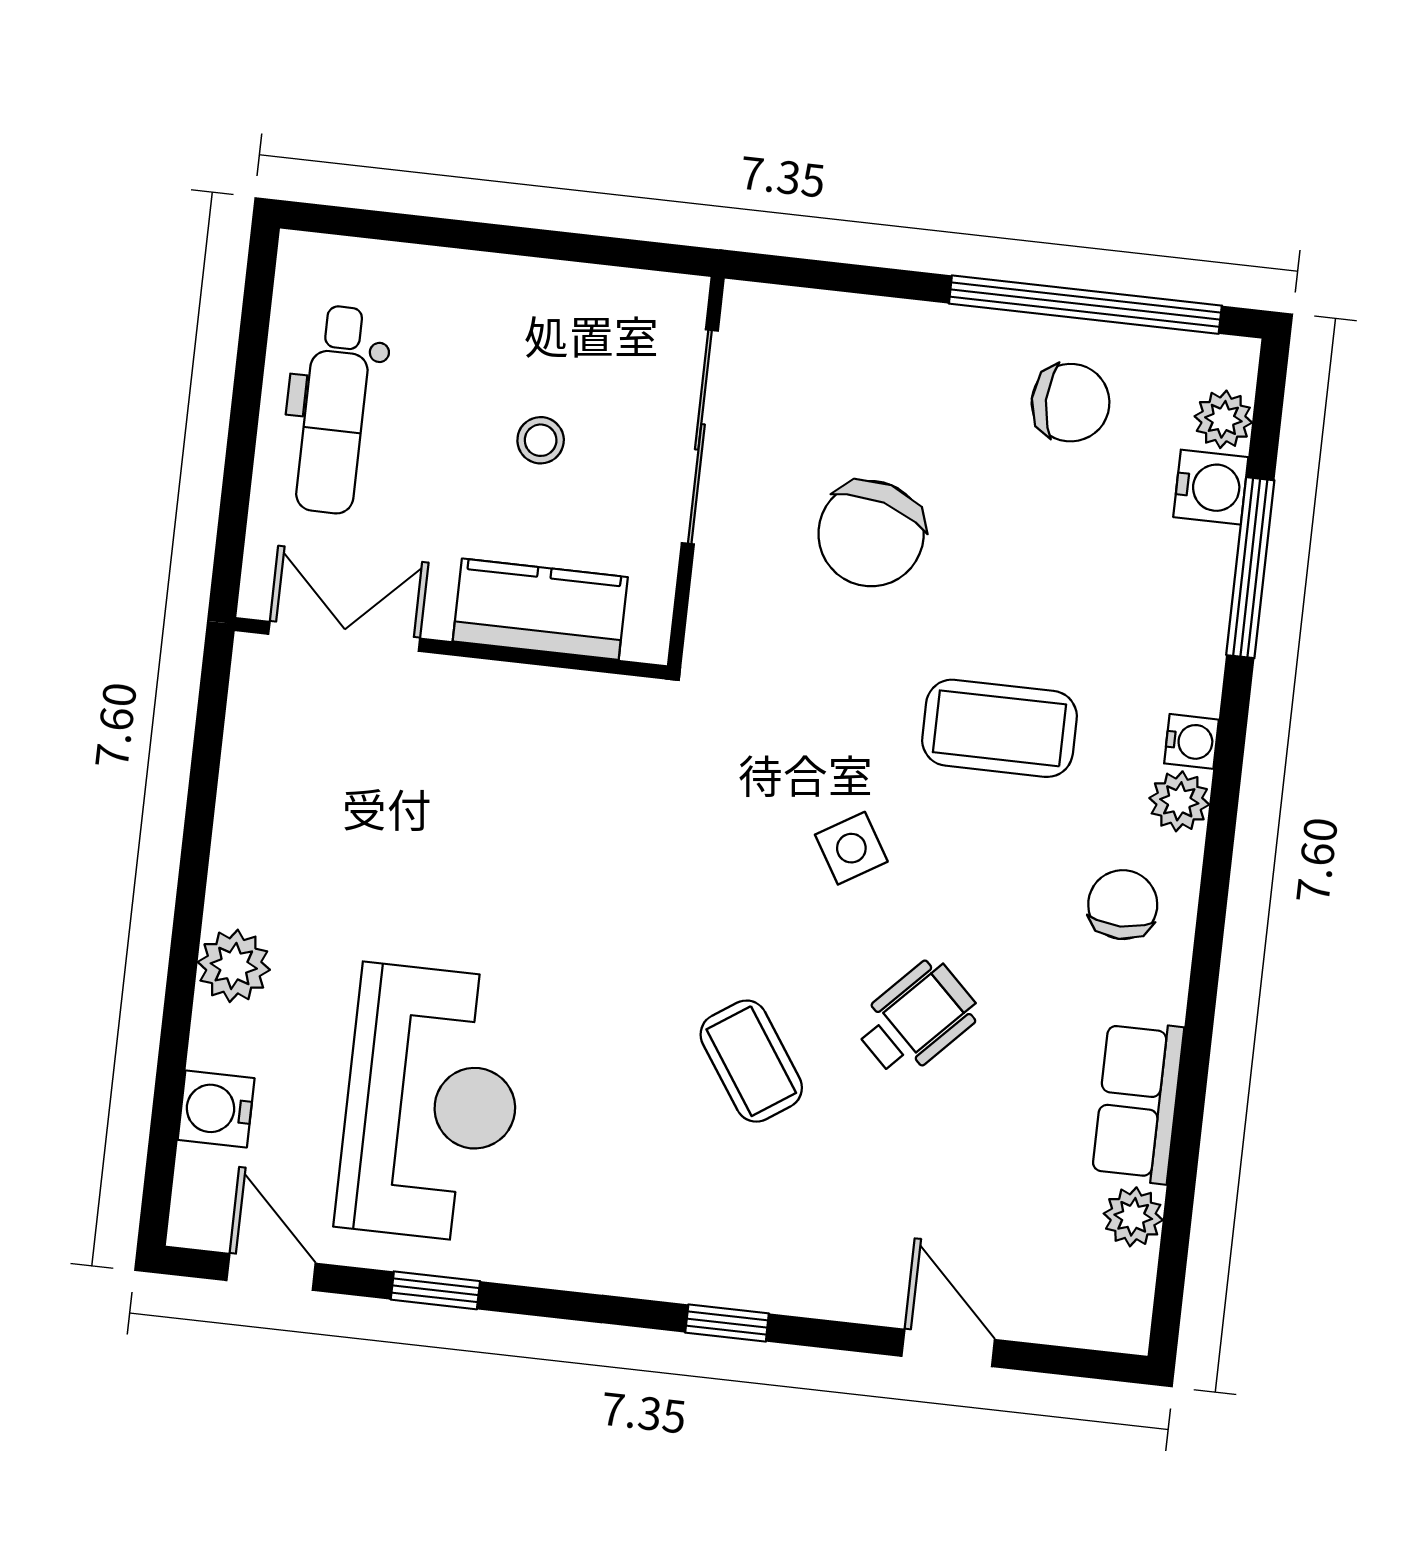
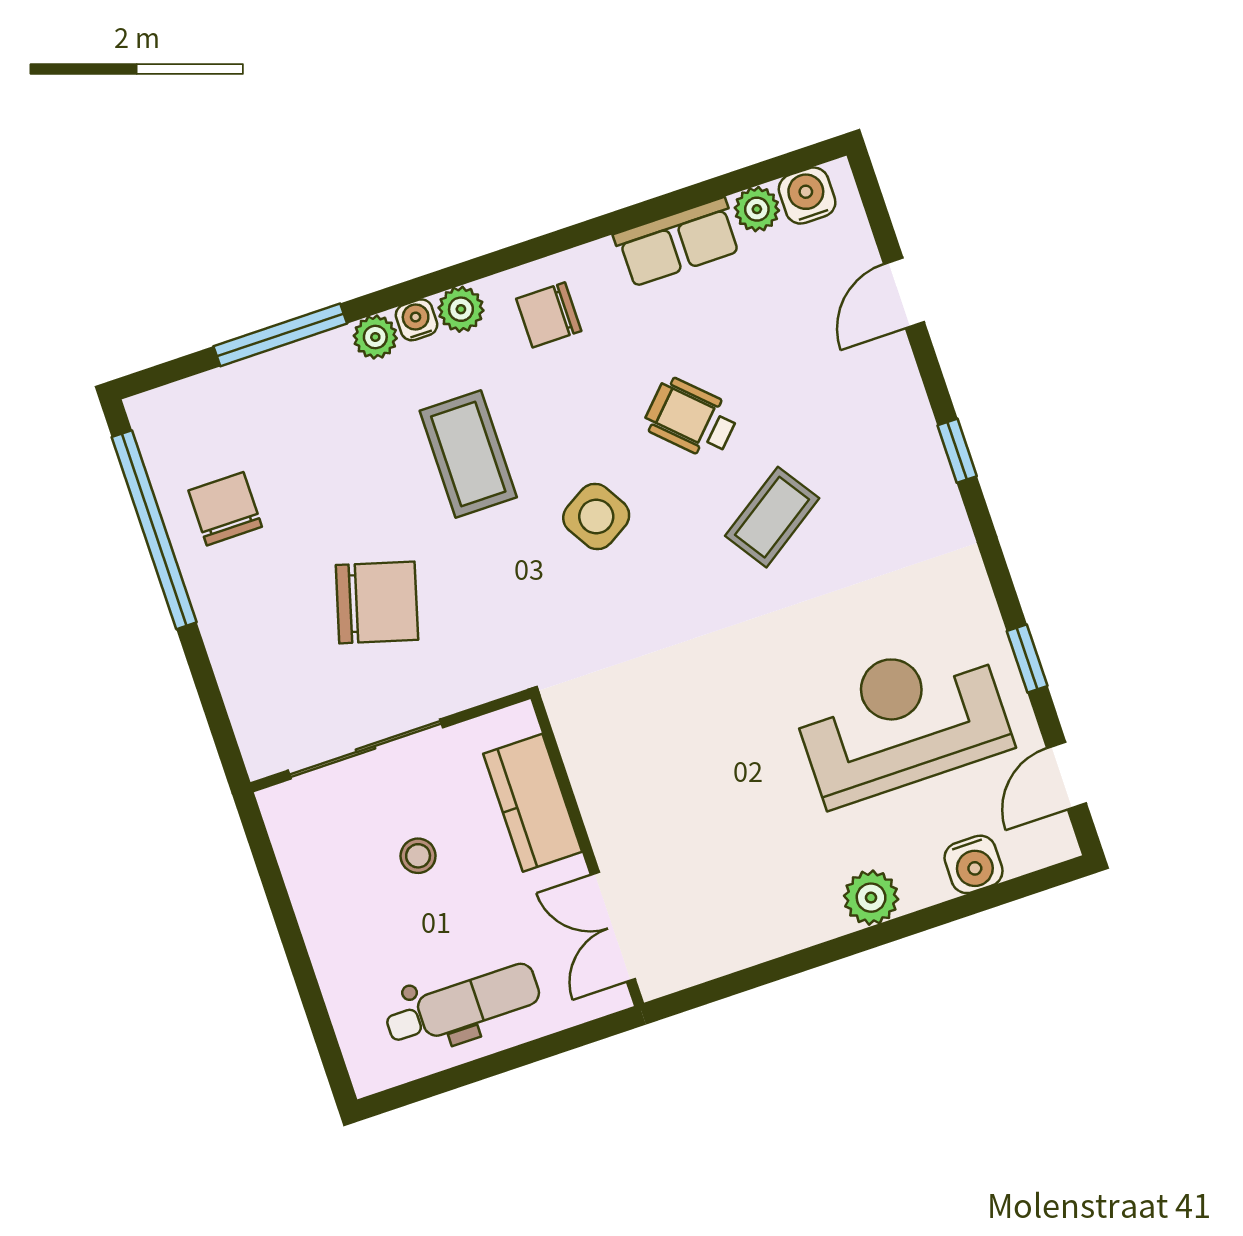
plant: (1223, 419) -> (375, 337), moved
water cooler: (1211, 487) -> (807, 196), moved
side table: (851, 848) -> (596, 516), width x1.37, depth x1.37

